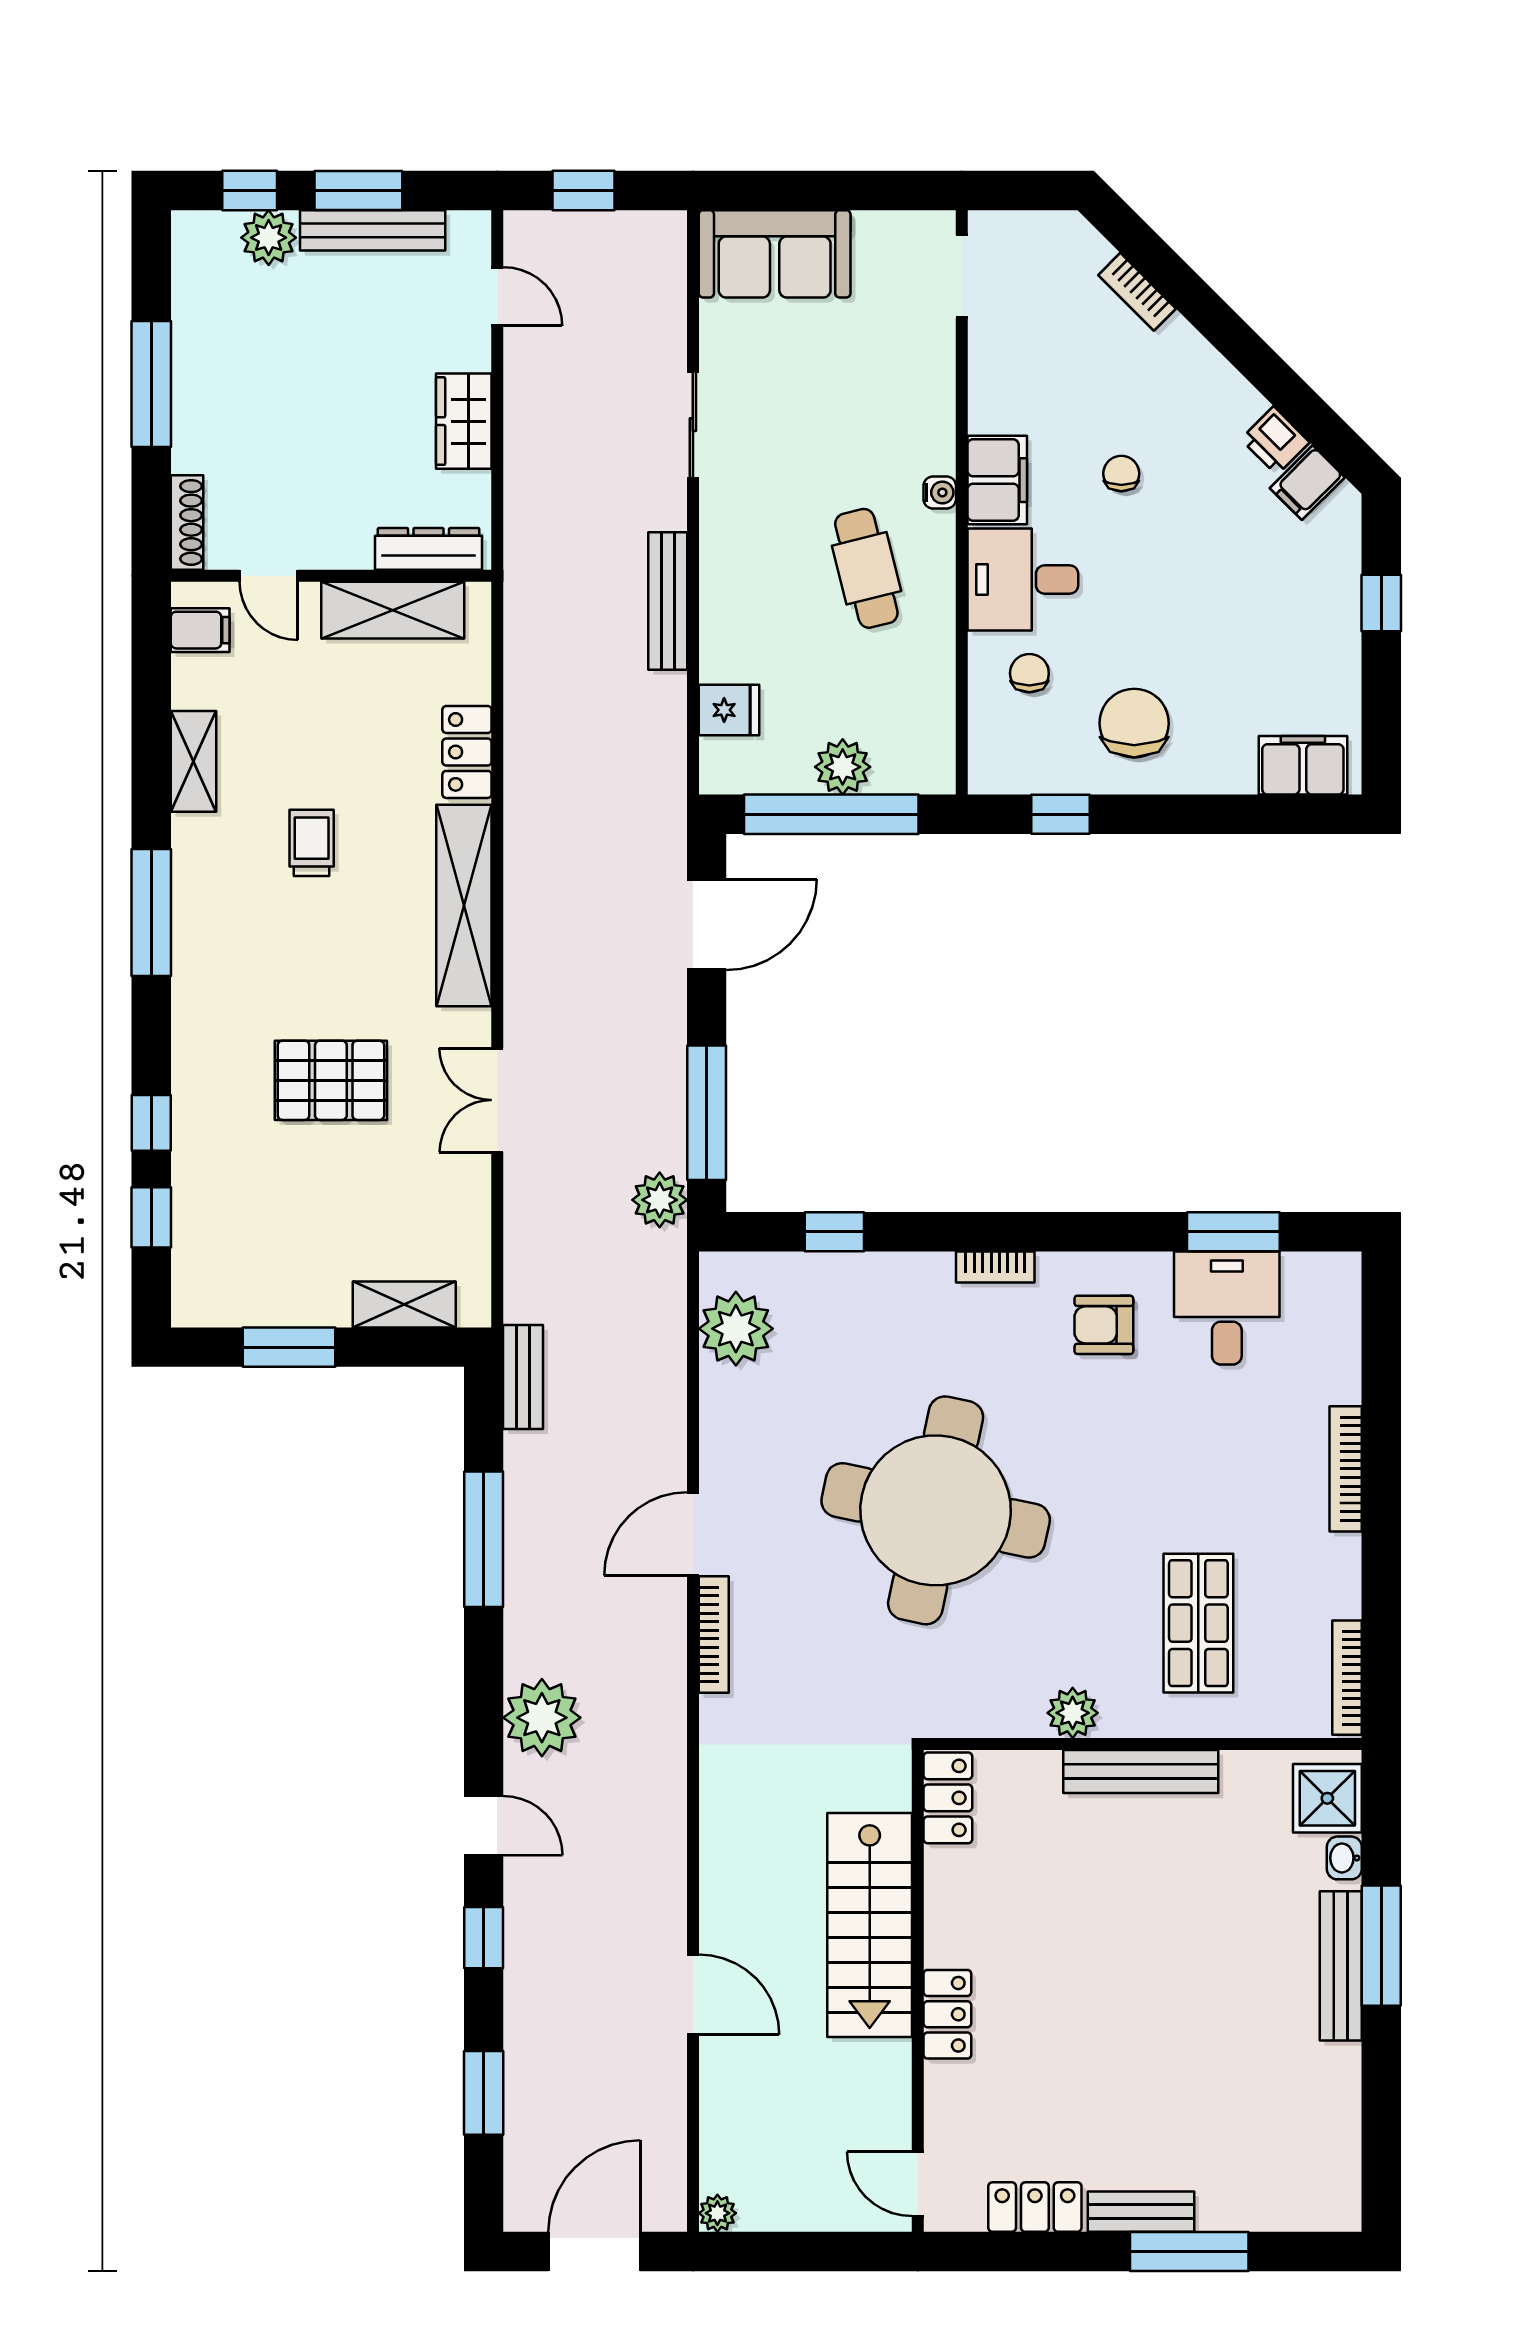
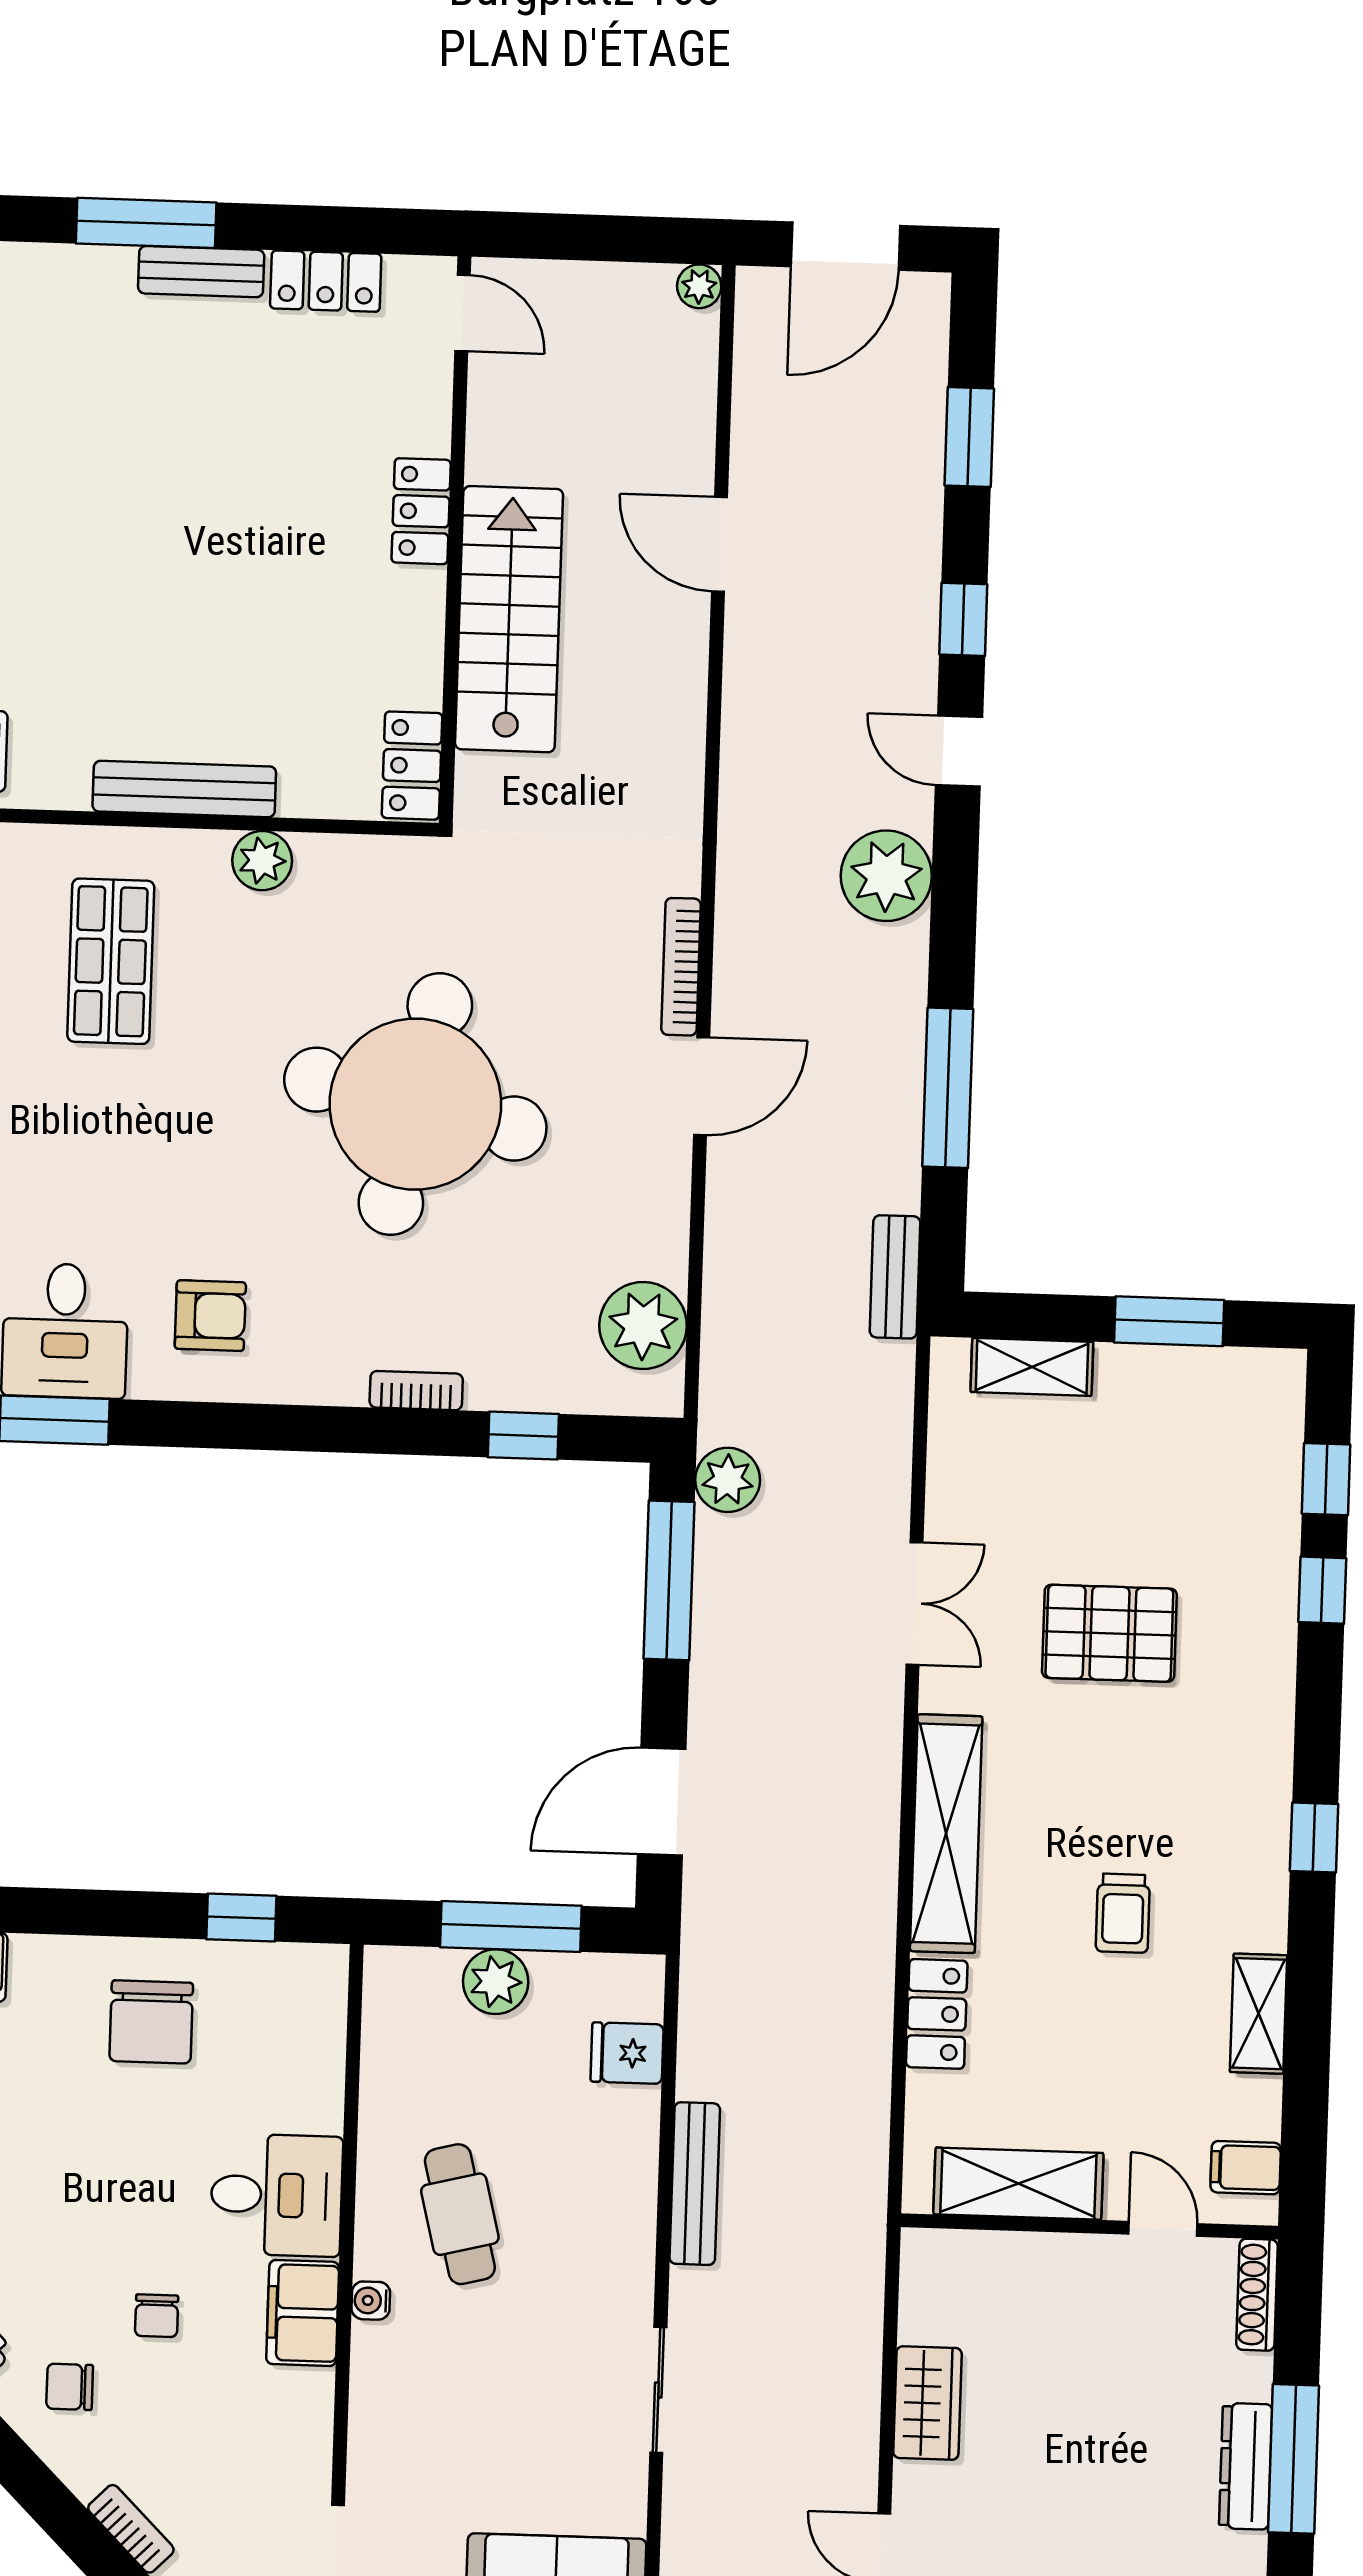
dresser: (429, 549) -> (1246, 2466), moved, turned 90
chair: (1029, 673) -> (70, 2387), moved, turned 90
window: (831, 814) -> (511, 1927), width x0.68
window: (151, 913) -> (1314, 1838), width x0.46
bookcase: (995, 1267) -> (416, 1391), moved

